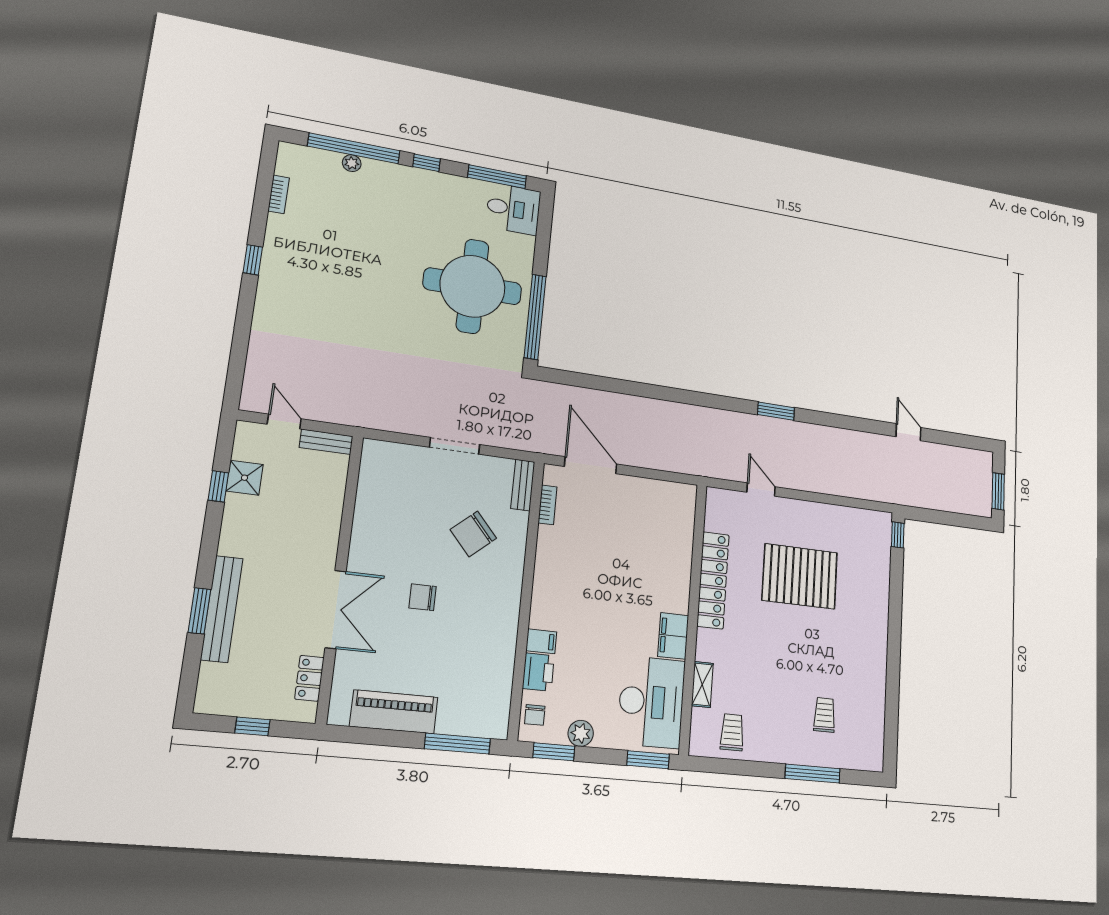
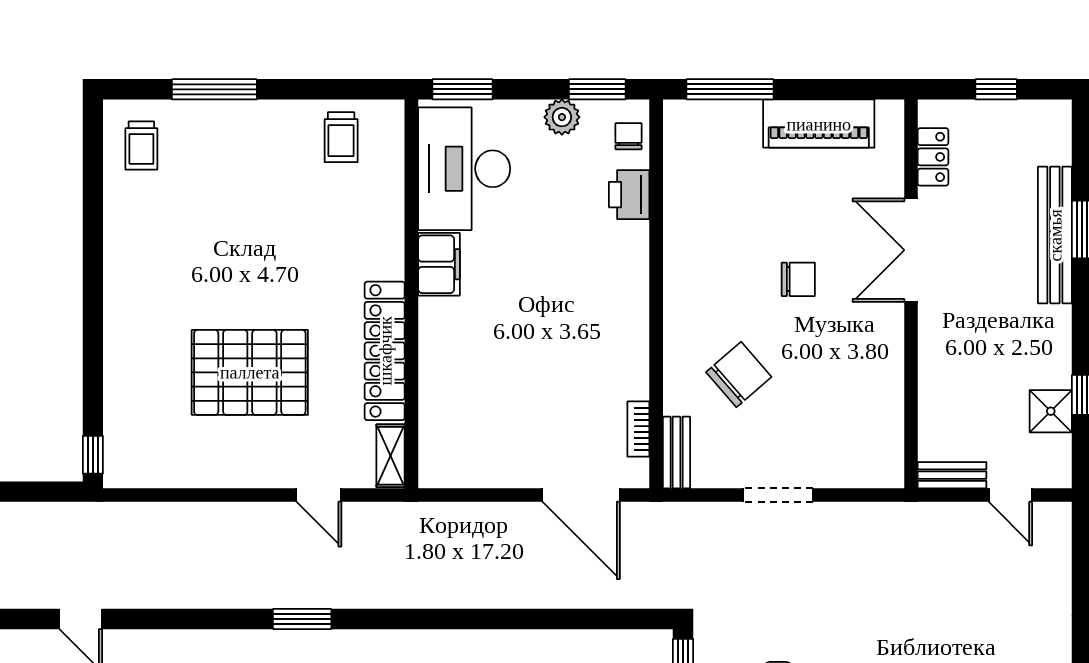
filing cabinet: (541, 641) -> (629, 237), removed
shelving: (702, 684) -> (391, 456), moved
trolley: (824, 715) -> (141, 146), moved

